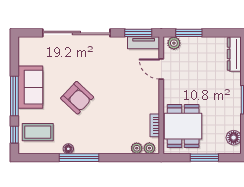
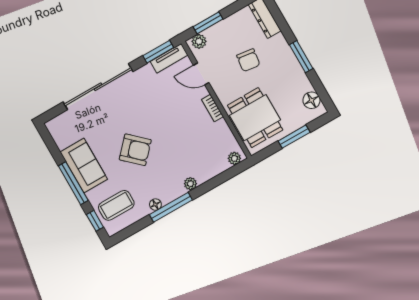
chair: (203, 79) -> (248, 60), added
bookcase: (155, 125) -> (212, 108), moved
plant: (137, 148) -> (190, 184), moved

